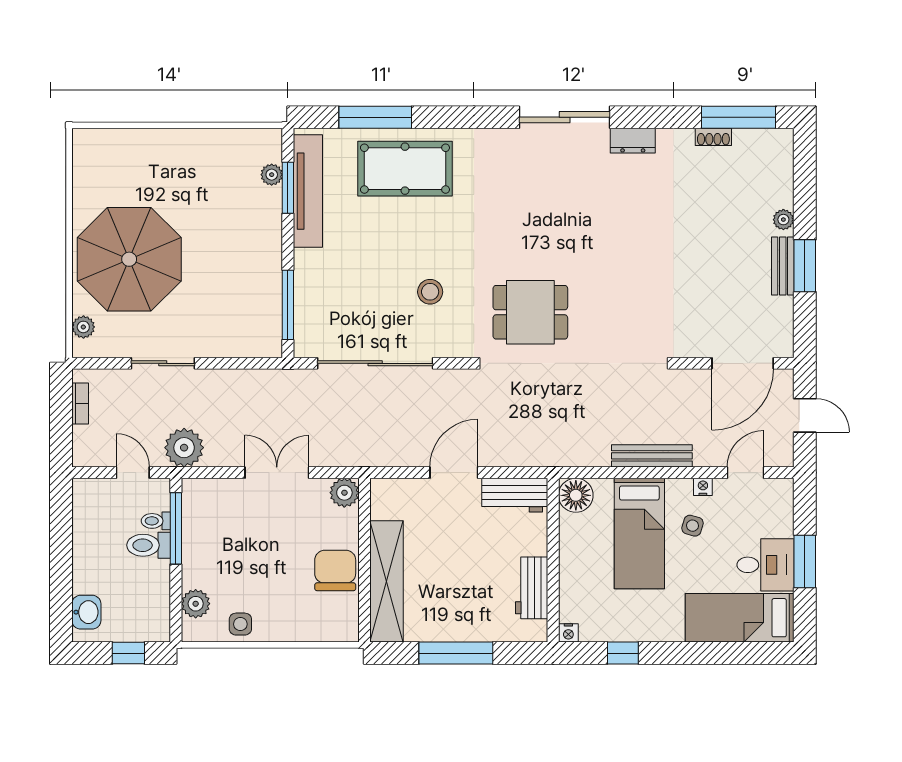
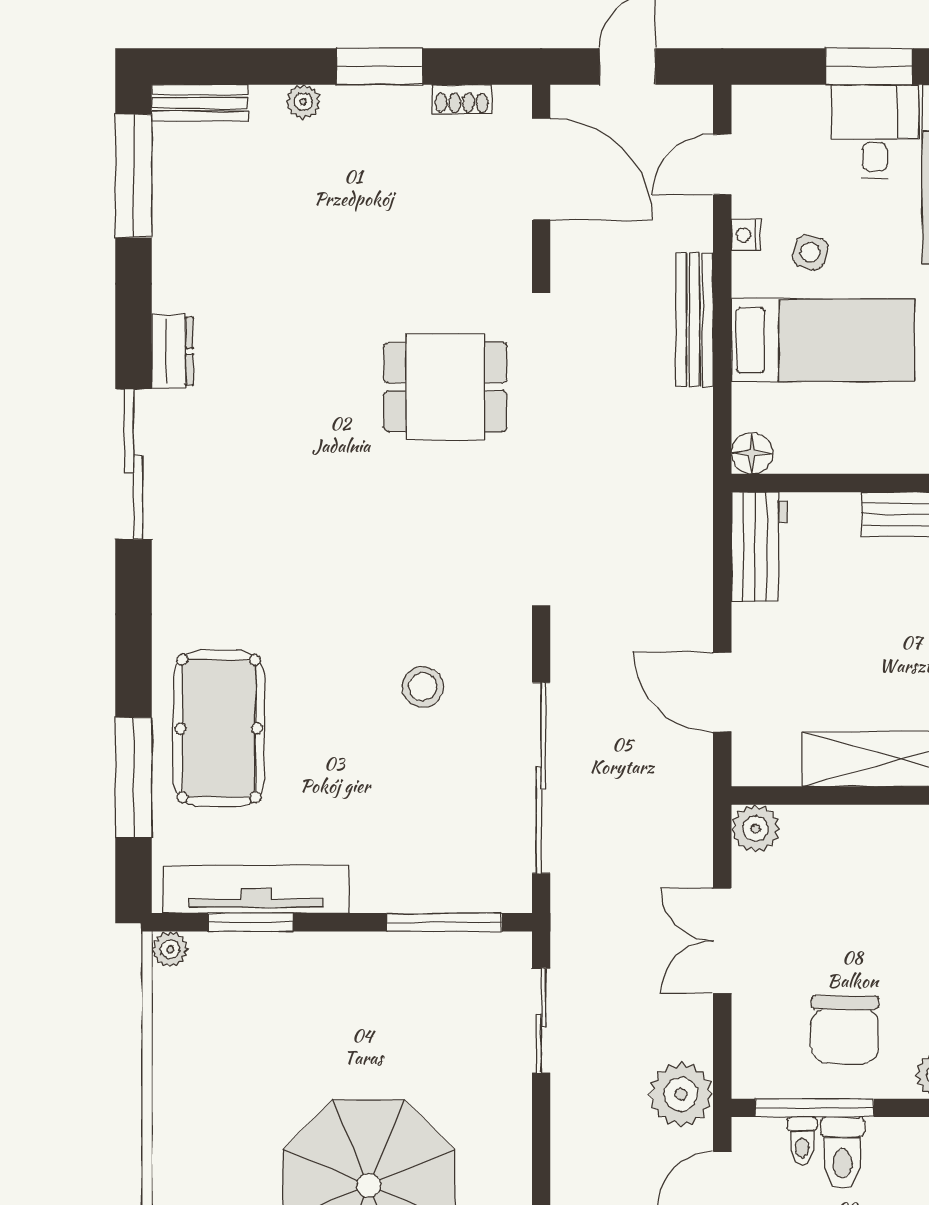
shoe rack: (713, 137) -> (462, 99), moved, turned 90
plant: (272, 175) -> (170, 949), moved
bench: (783, 266) -> (200, 103), moved
dining table: (530, 312) -> (445, 387), moved, turned 90
sliding door: (163, 363) -> (541, 1020), moved
door: (454, 473) -> (722, 692), moved
door: (746, 473) -> (722, 164), hinge flipped
floor lamp: (576, 495) -> (752, 453), width x0.73, depth x0.73
chair: (335, 570) -> (845, 1030), moved, turned -90

